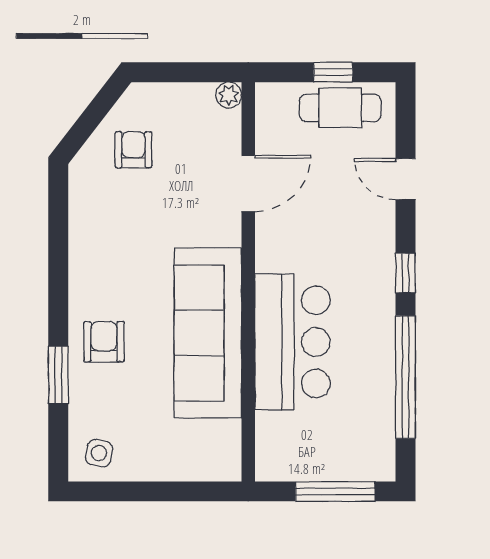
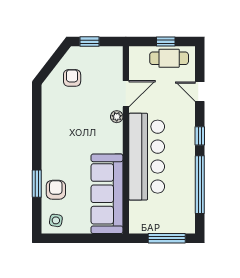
window: (171, 72) -> (89, 42), added
plant: (229, 95) -> (117, 117), moved
sofa: (208, 333) -> (107, 194), moved
armchair: (104, 342) -> (56, 190), moved
bar counter: (292, 342) -> (147, 157), width x1.36

